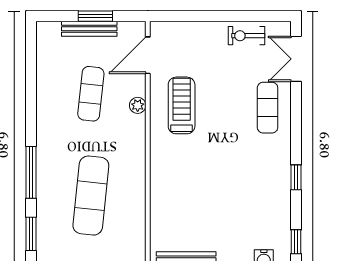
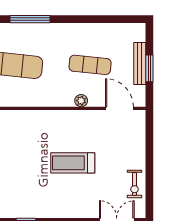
exercise bike: (247, 36) -> (134, 184), turned 180
treadmill: (182, 105) -> (73, 163), moved, turned 180
exercise mat: (268, 108) -> (79, 200), removed

